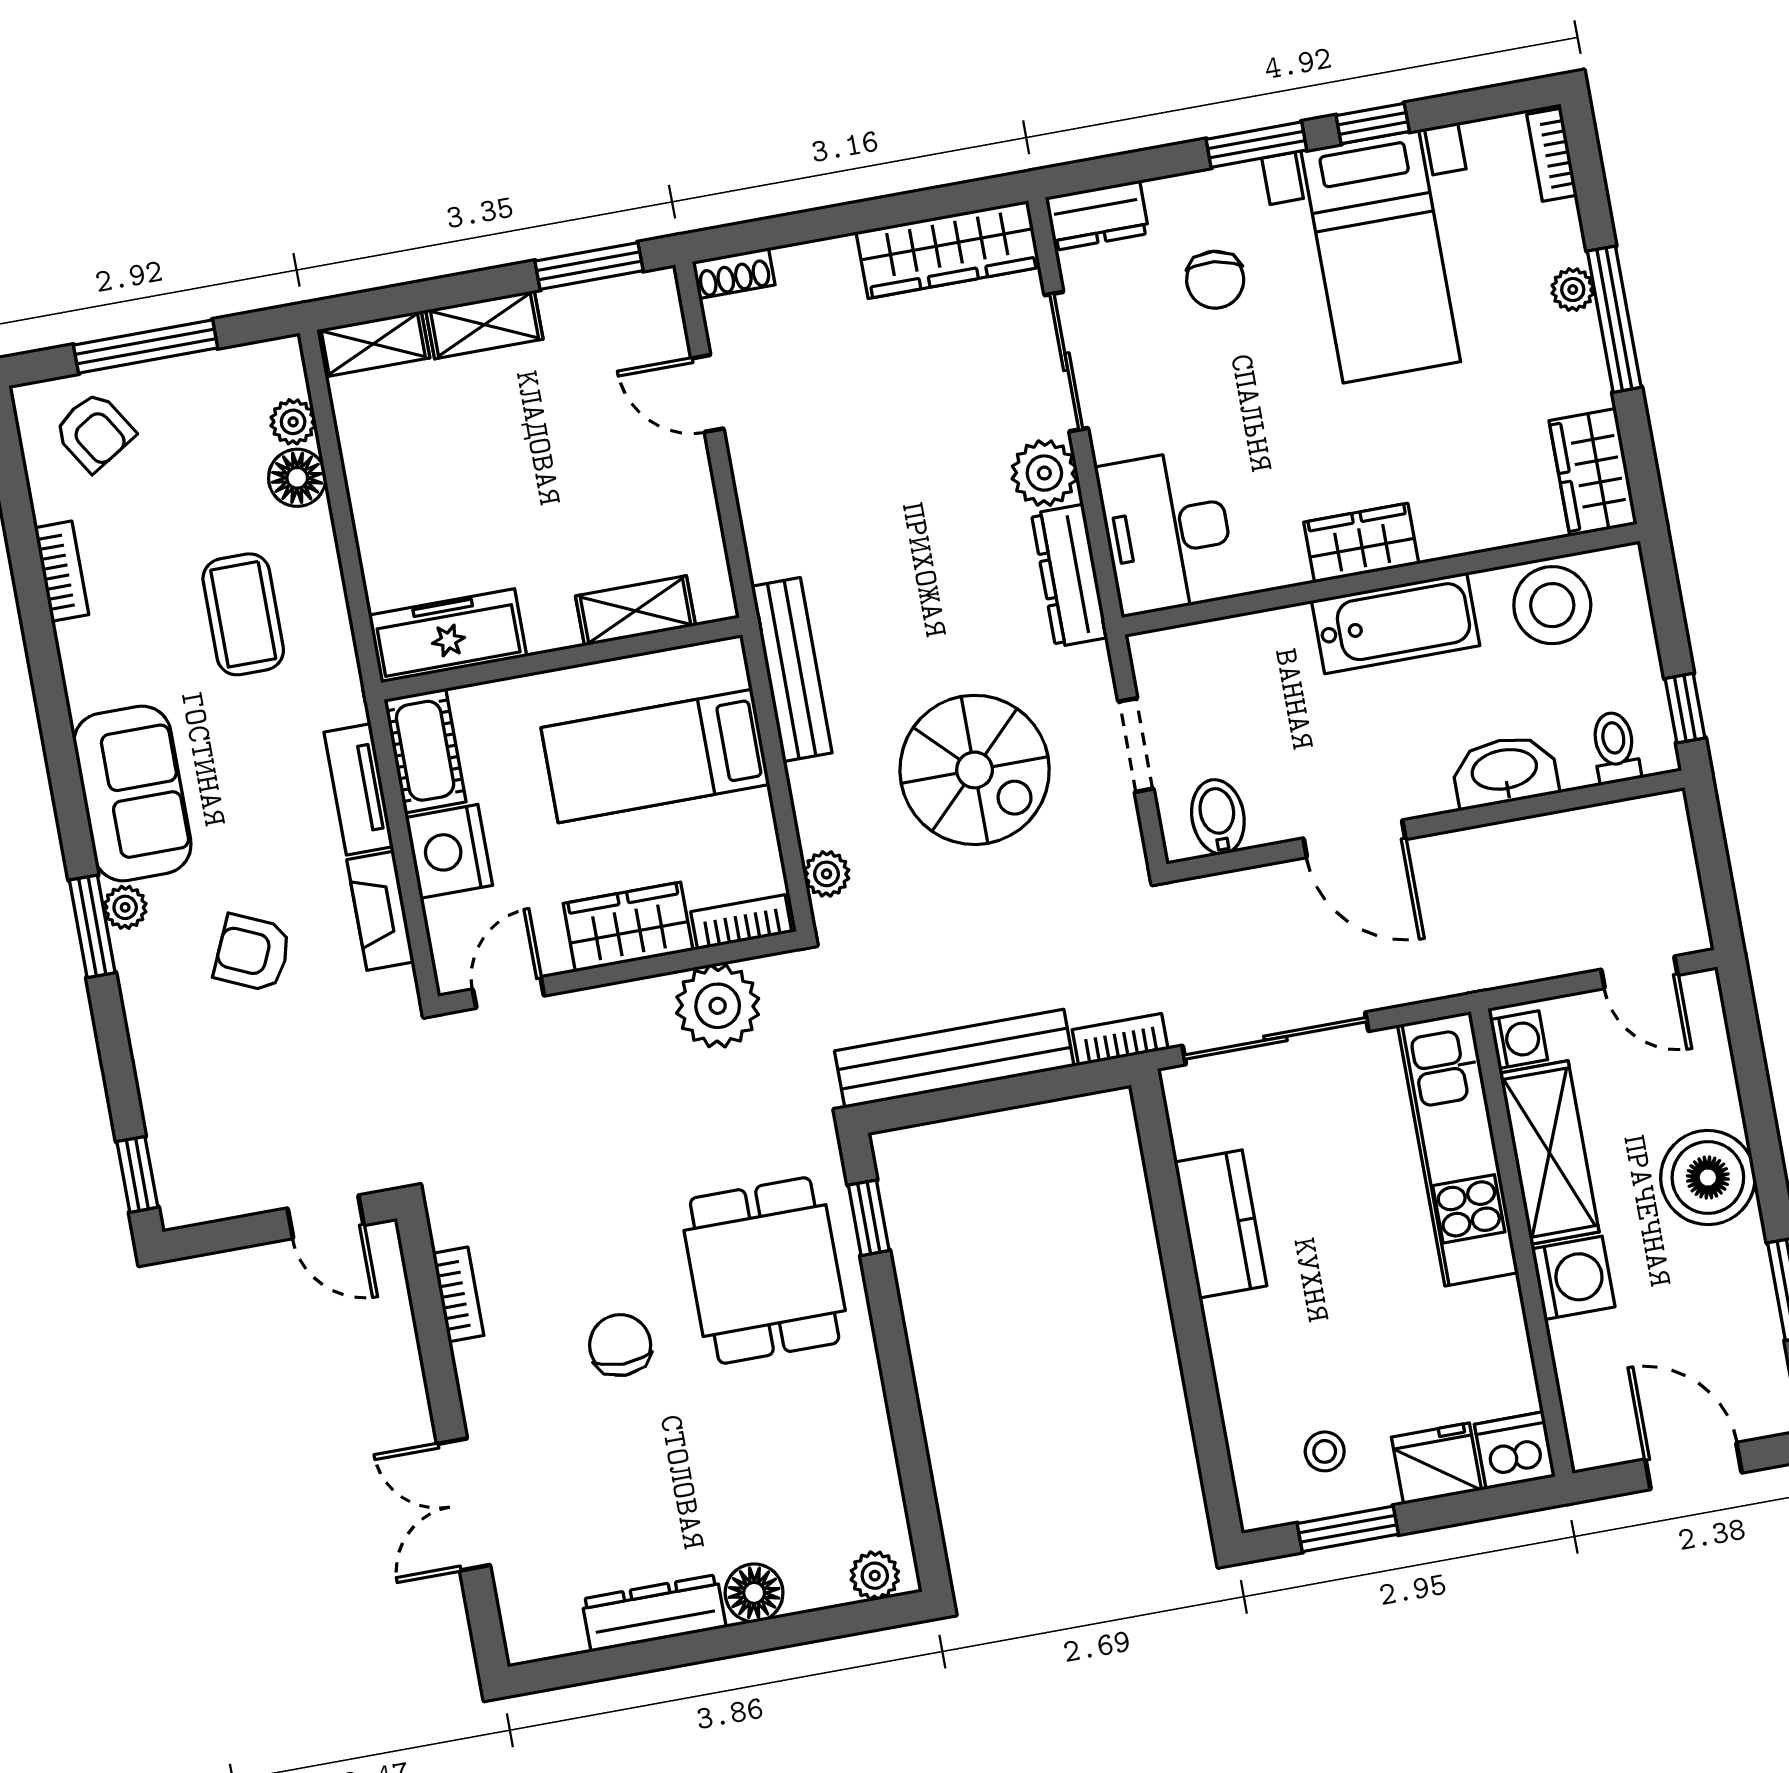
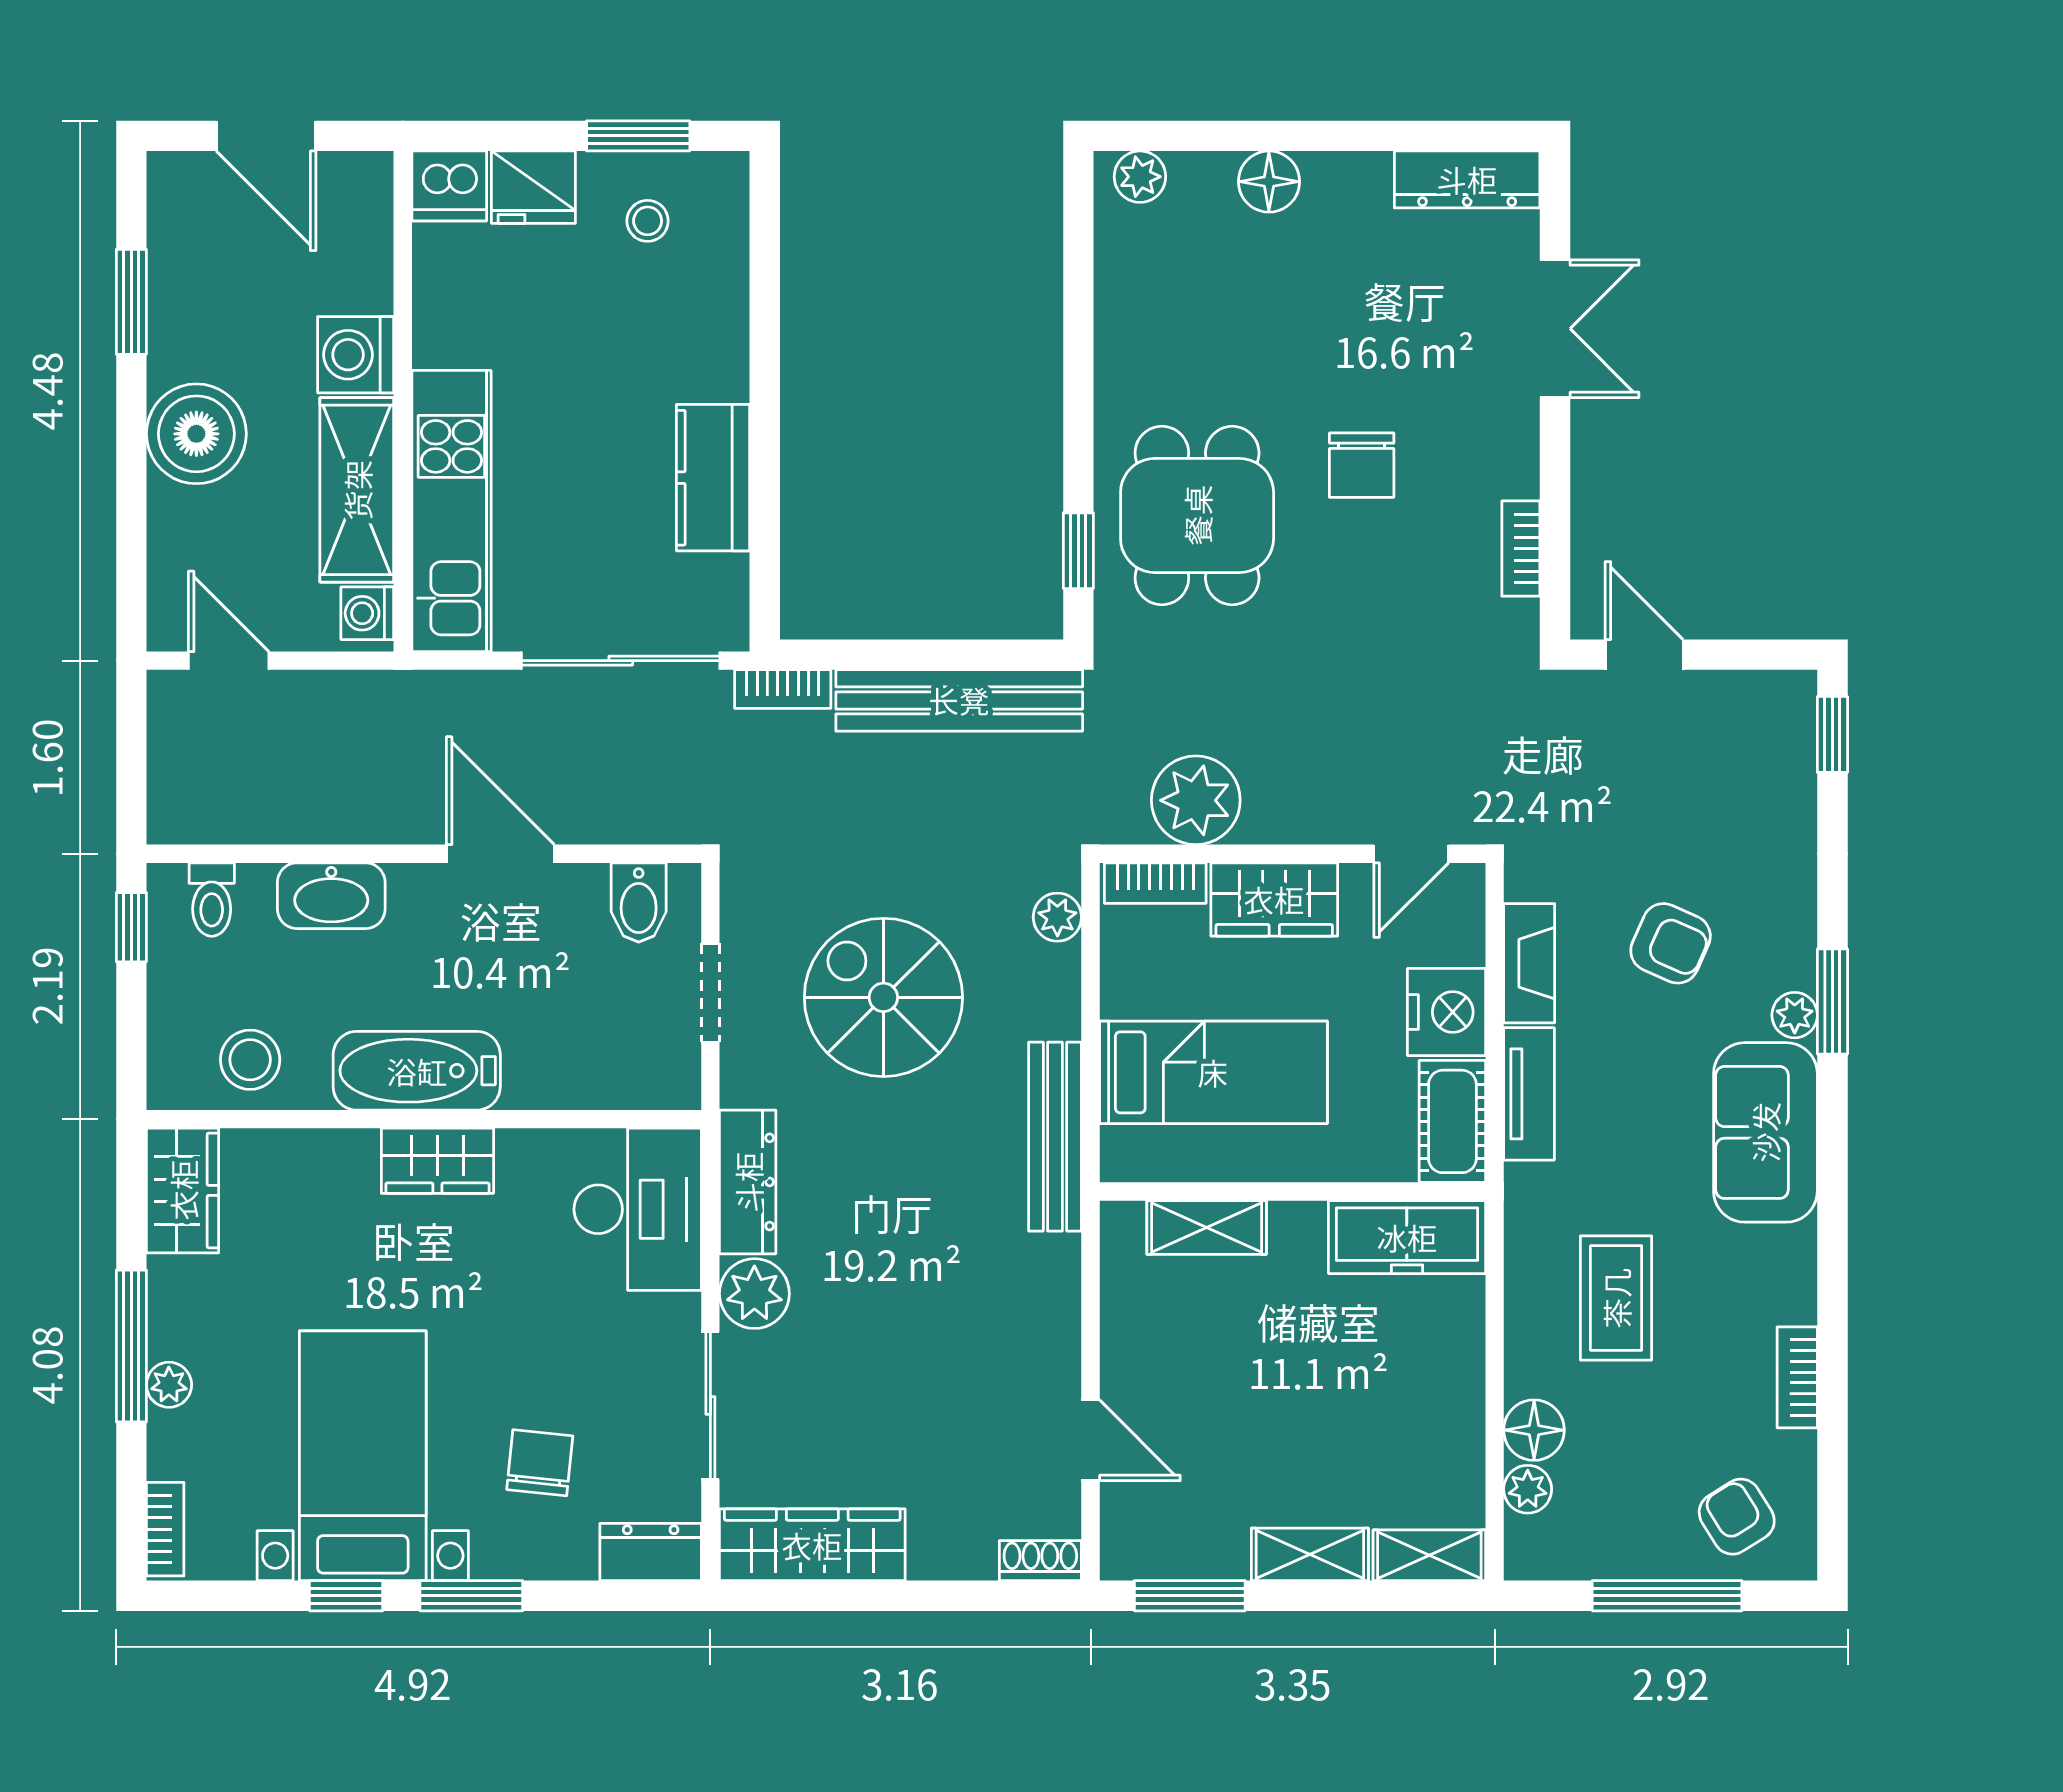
stool: (1552, 605) -> (250, 1060), width x0.73, depth x0.73
dresser: (654, 1613) -> (1467, 179), moved

